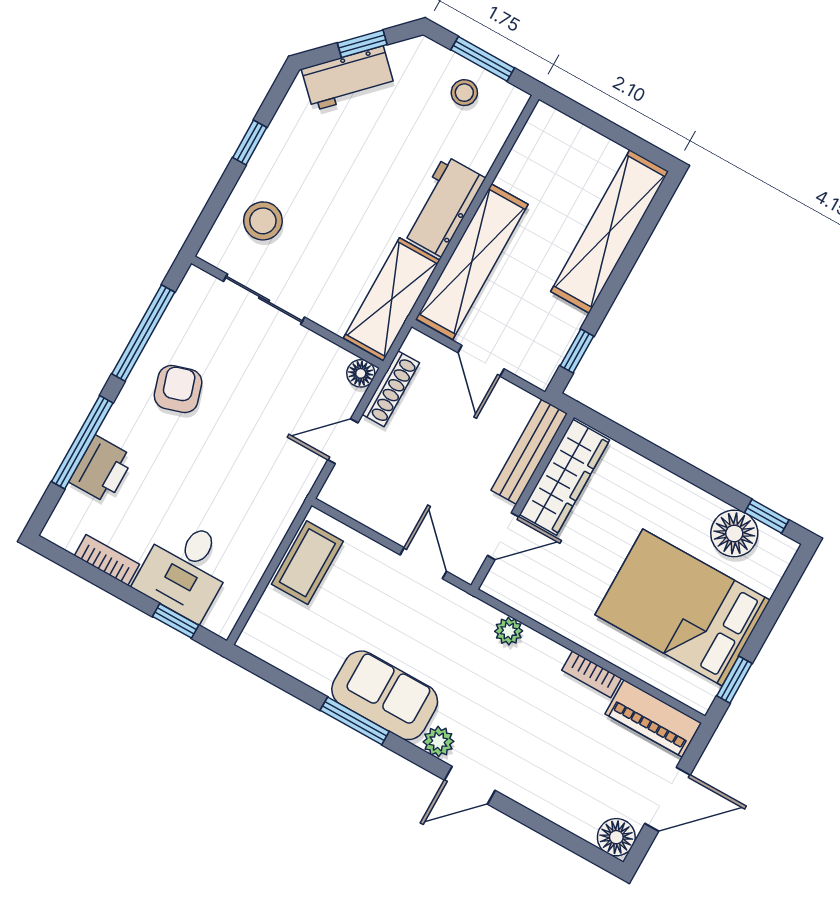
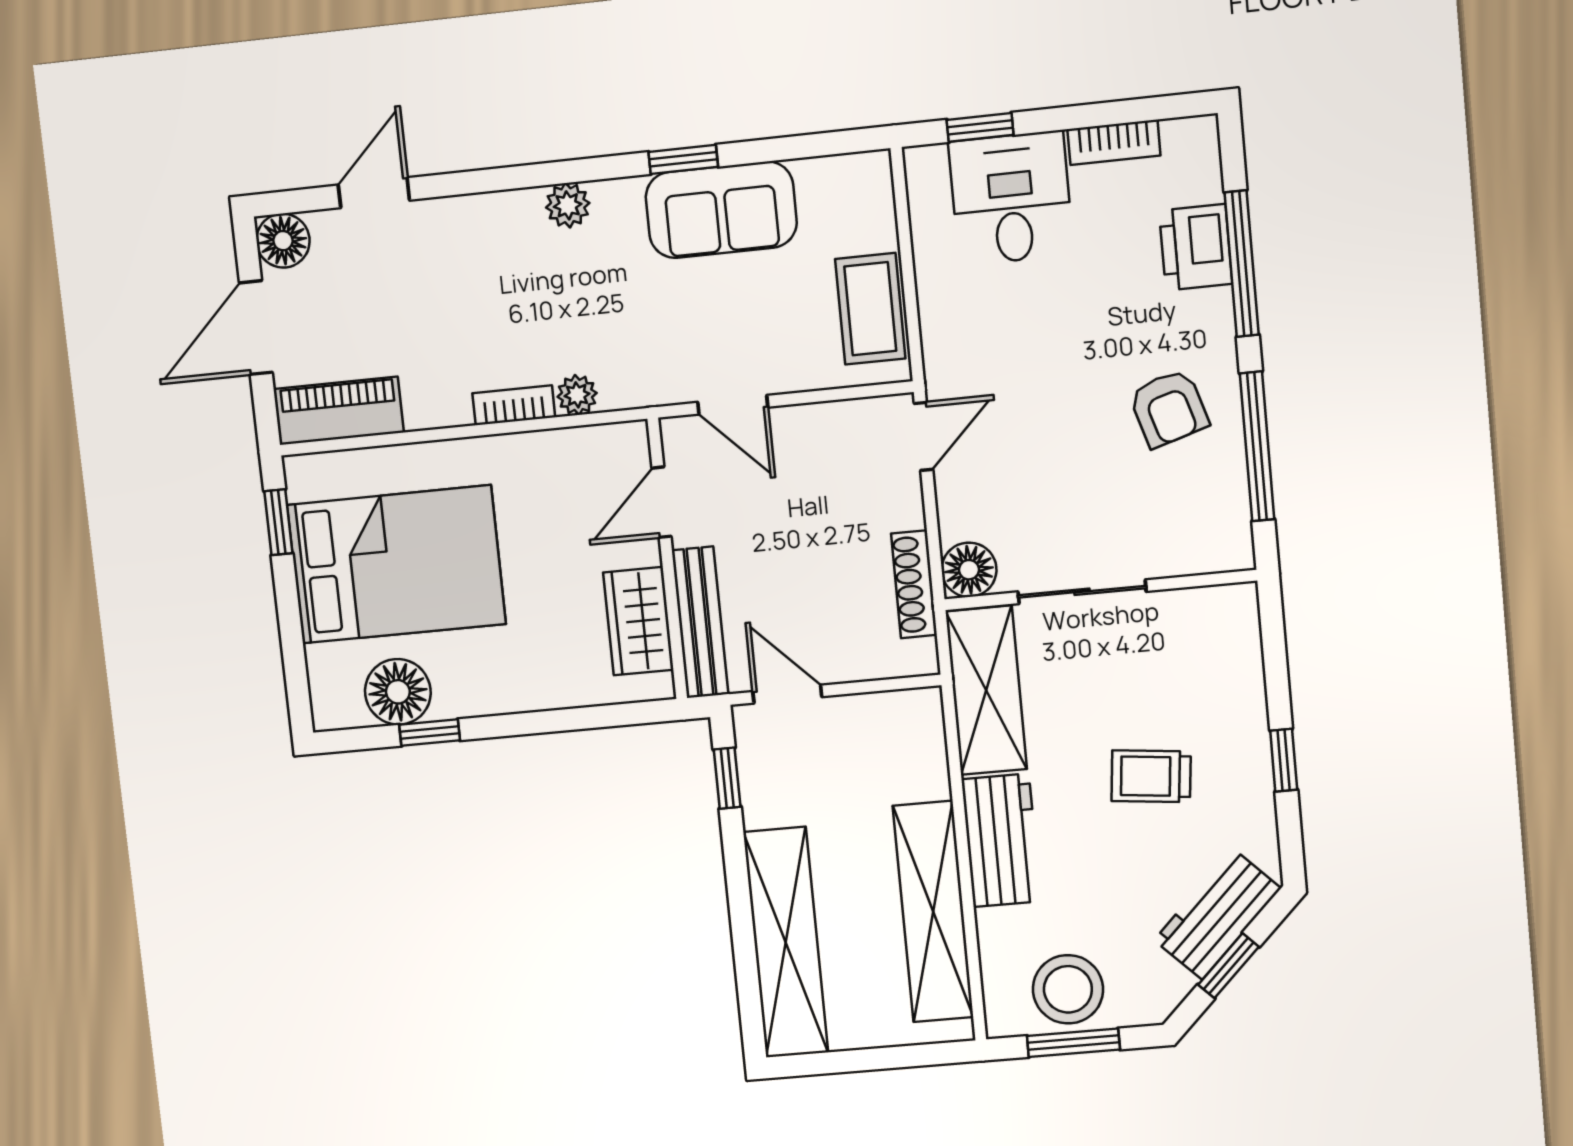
stool: (464, 93) -> (1068, 989), width x1.89, depth x1.89
trolley: (331, 185) -> (1151, 776), added
stool: (263, 221) -> (1204, 678), removed
shelving: (472, 262) -> (933, 912), moved
sliding door: (264, 299) -> (1082, 592), moved
door: (481, 361) -> (787, 694), moved
floor lamp: (361, 373) -> (969, 570), width x1.37, depth x1.37
door: (343, 441) -> (923, 436), moved
wardrobe: (565, 477) -> (638, 621), width x0.67
window: (767, 516) -> (430, 732), moved
bookcase: (592, 674) -> (514, 405), moved
sofa: (385, 695) -> (721, 210), moved
window: (355, 721) -> (683, 159), width x0.67
door: (470, 785) -> (374, 193), moved

